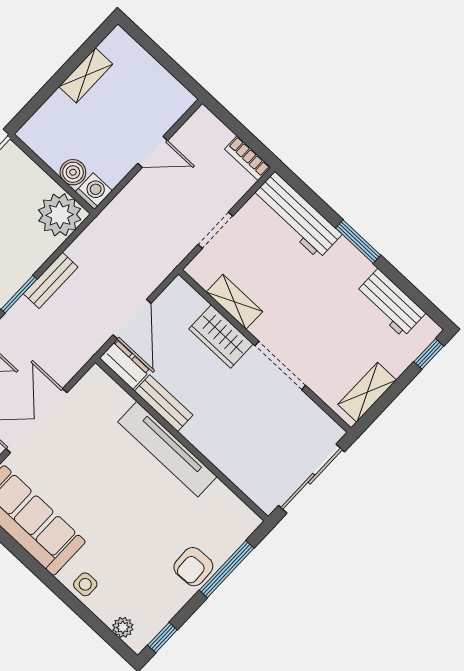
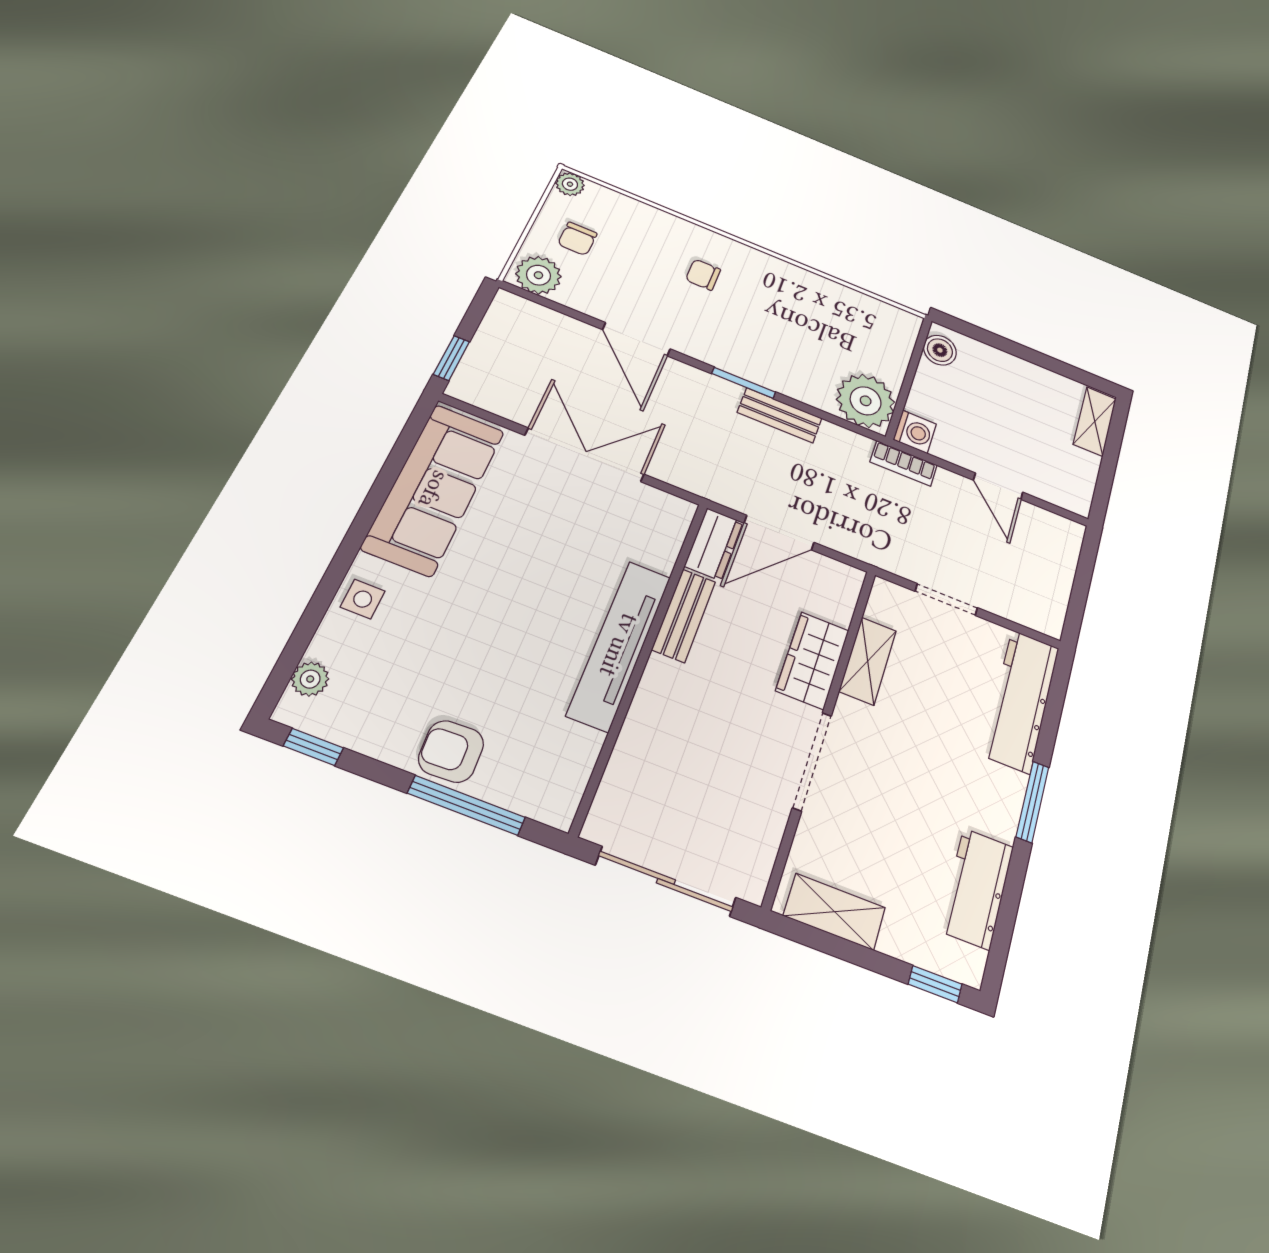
shelving: (86, 75) -> (1095, 421), moved, turned 90
bookcase: (248, 158) -> (904, 463), moved, turned -90
boiler: (73, 172) -> (940, 350), moved

